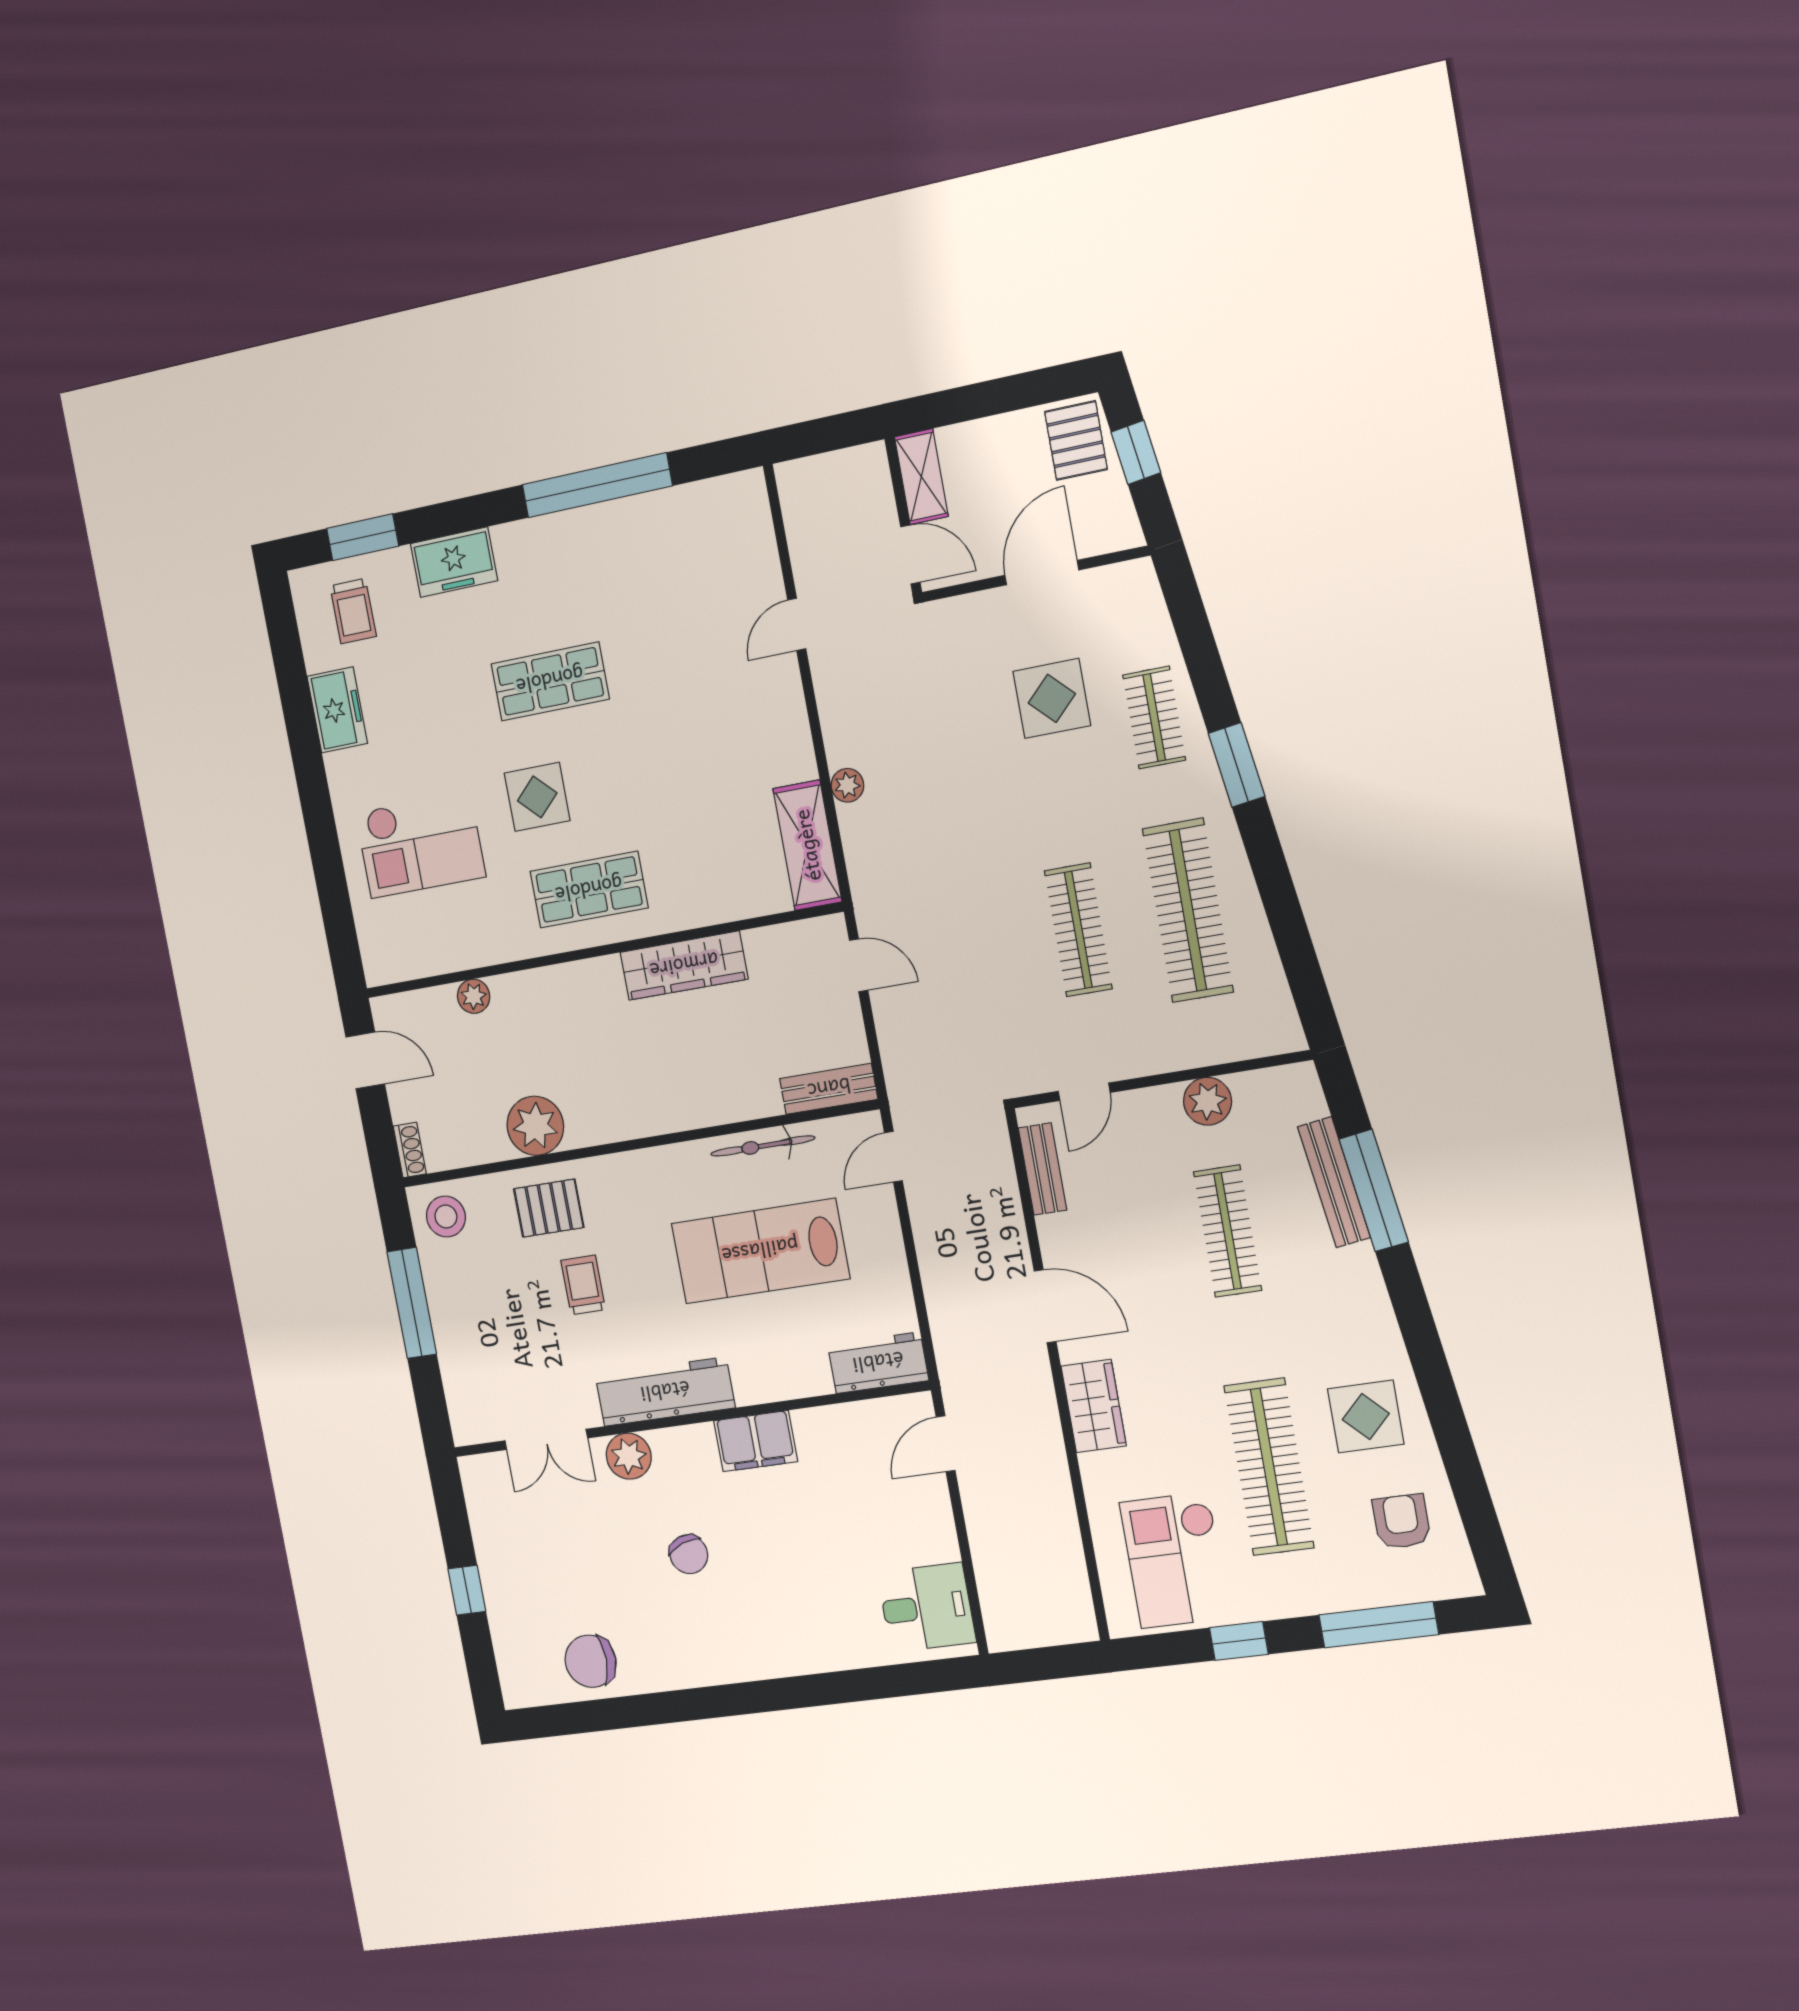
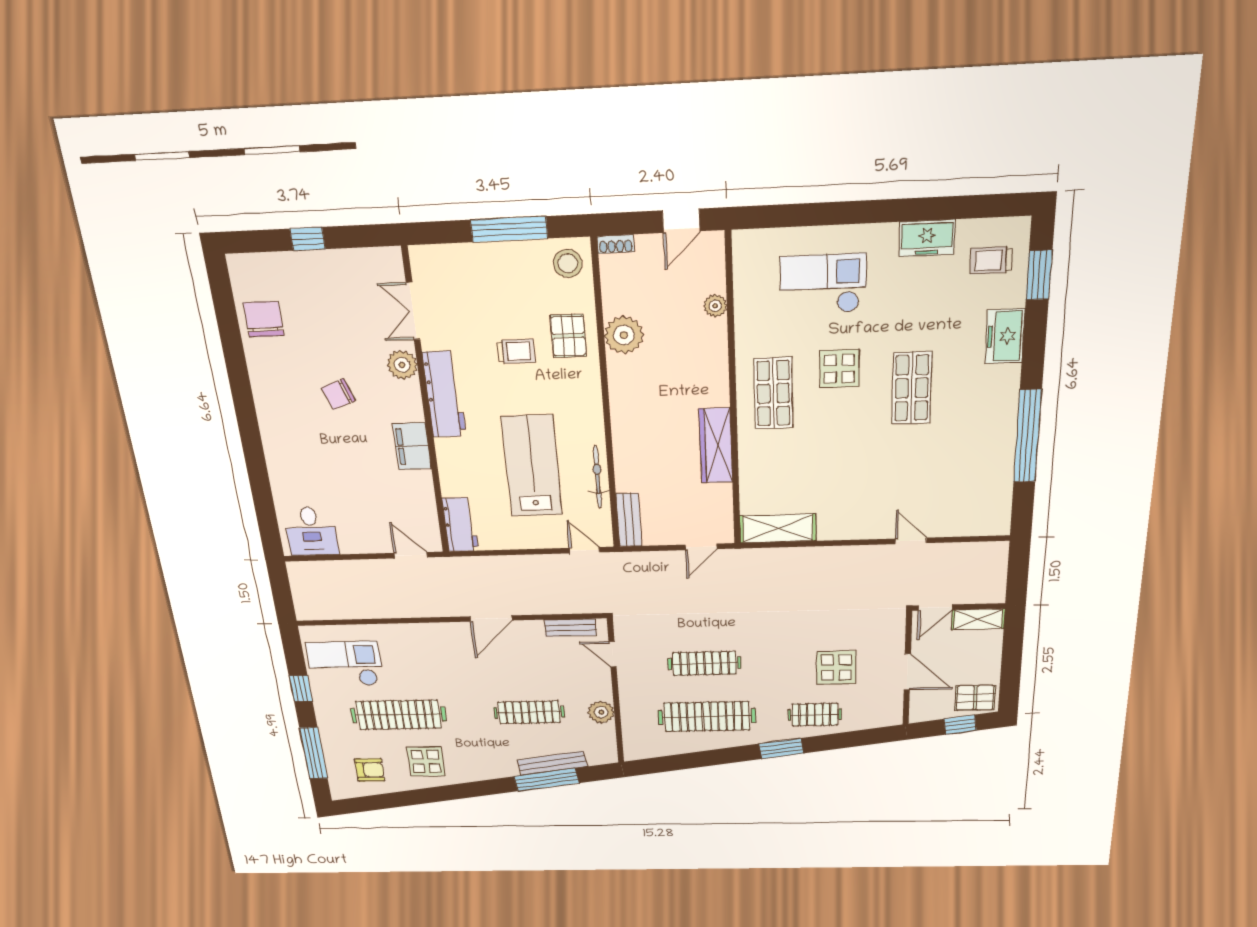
plant: (847, 785) -> (809, 556), removed
checkout: (420, 845) -> (823, 284), turned 90
wardrobe: (1094, 1406) -> (433, 635), removed

